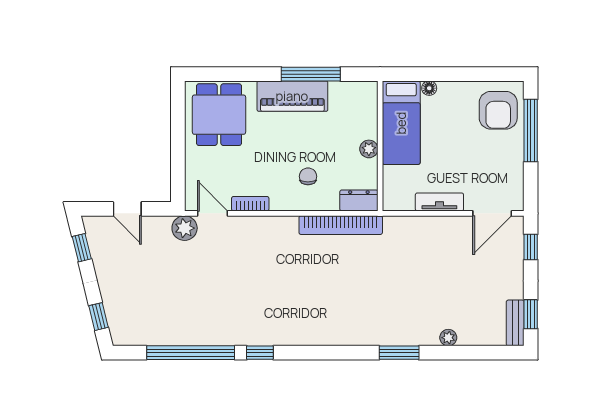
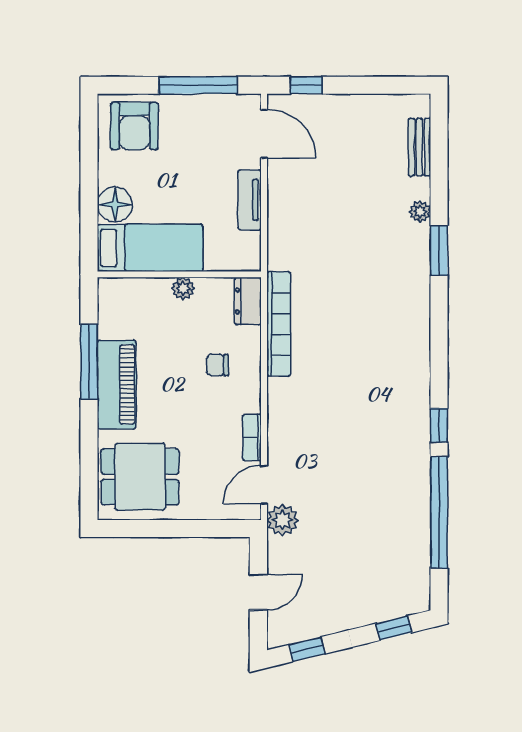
floor lamp: (429, 88) -> (115, 205), width x1.89, depth x1.89
armchair: (498, 110) -> (134, 126), turned 90
window: (531, 131) -> (198, 85), moved
window: (531, 314) -> (391, 85), removed
bench: (515, 323) -> (420, 147), moved, turned 90
plant: (448, 338) -> (420, 212), moved

